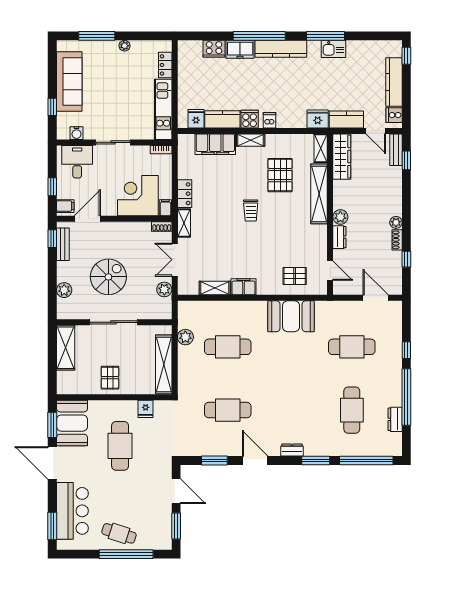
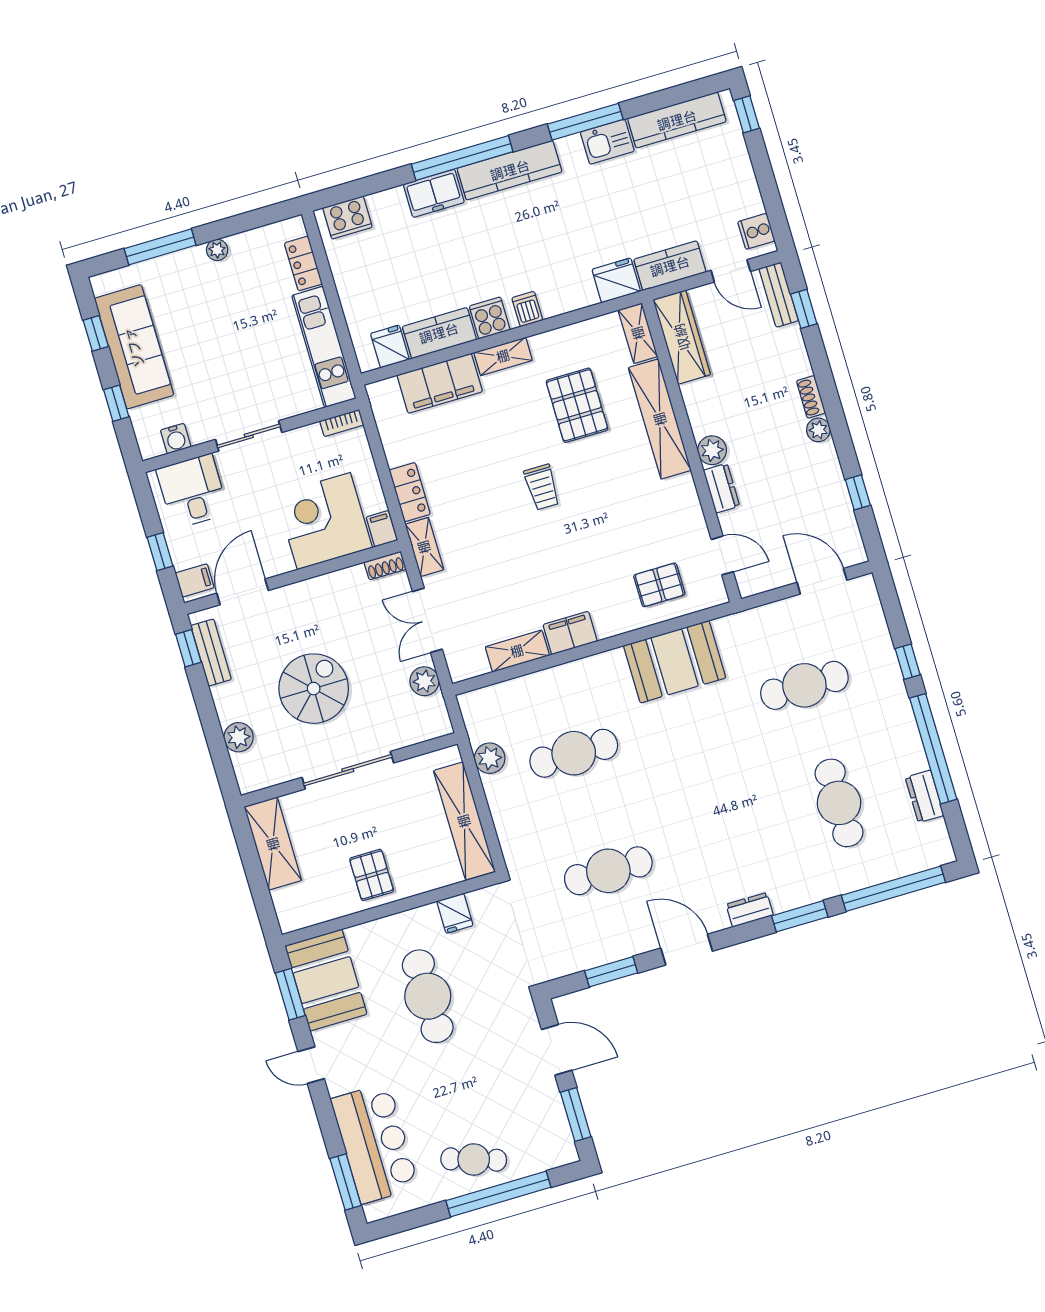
cooker: (214, 49) -> (348, 218), moved
window: (52, 69) -> (96, 333), added
kitchen counter: (394, 82) -> (677, 120), moved, turned -90
shoe rack: (397, 240) -> (811, 397), moved
door: (52, 463) -> (311, 1065), width x0.53

